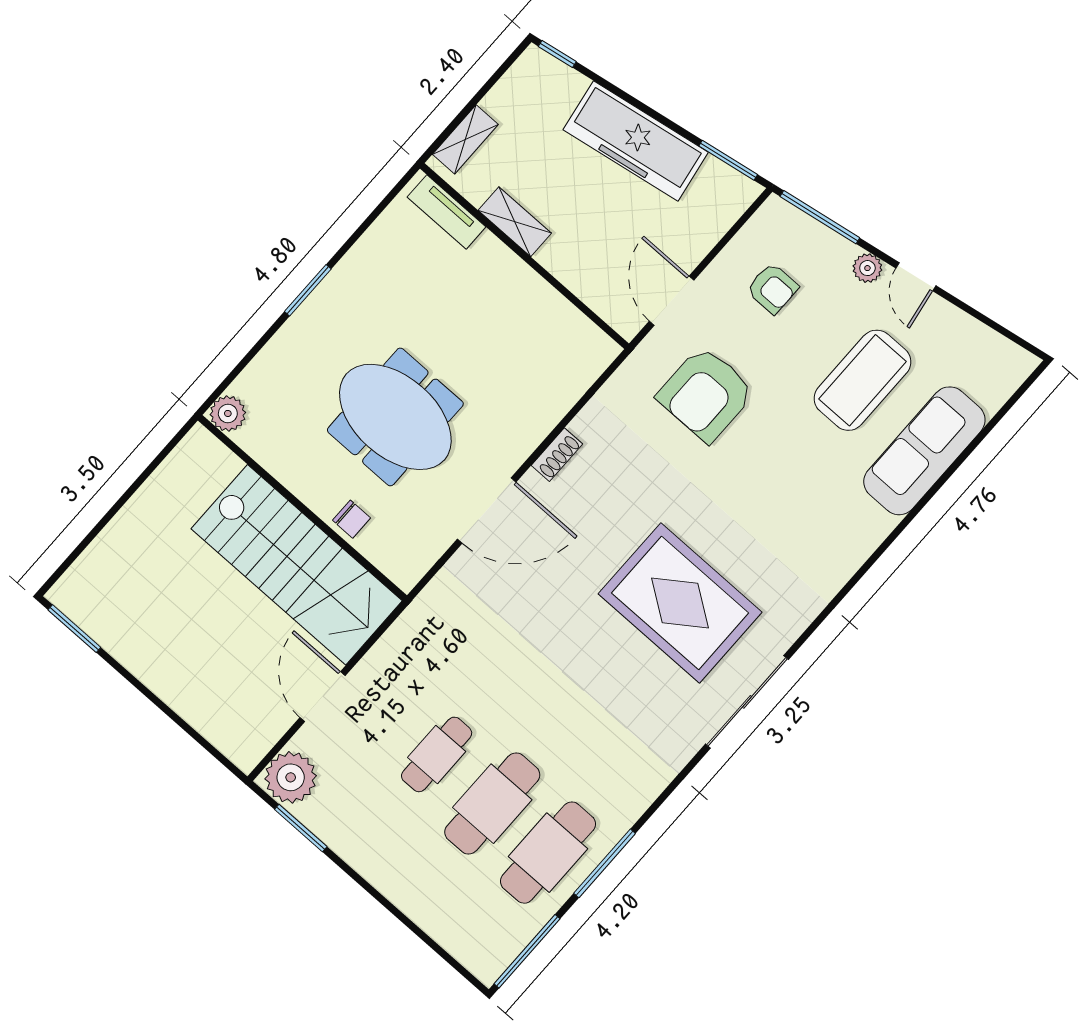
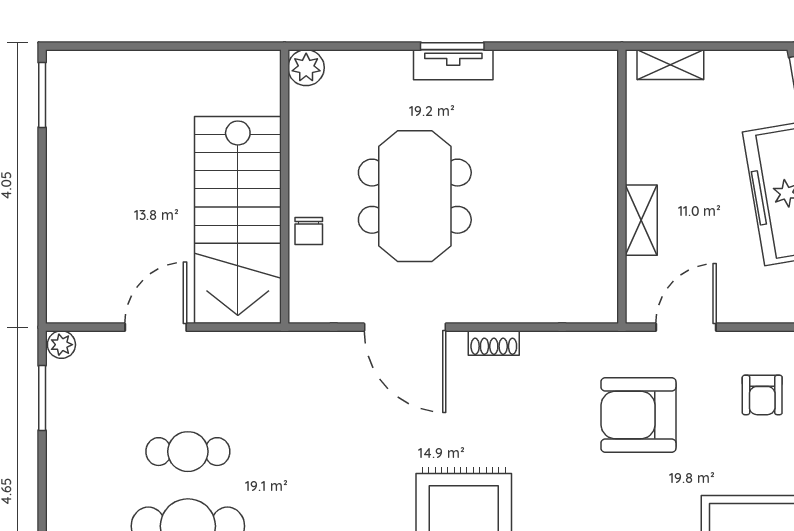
tv unit: (446, 212) -> (453, 65), moved, turned -90
shelving: (515, 222) -> (641, 220), moved
plant: (291, 777) -> (61, 345), width x0.53, depth x0.53

